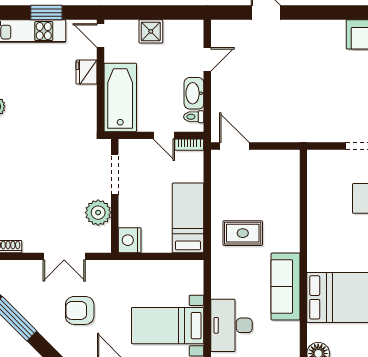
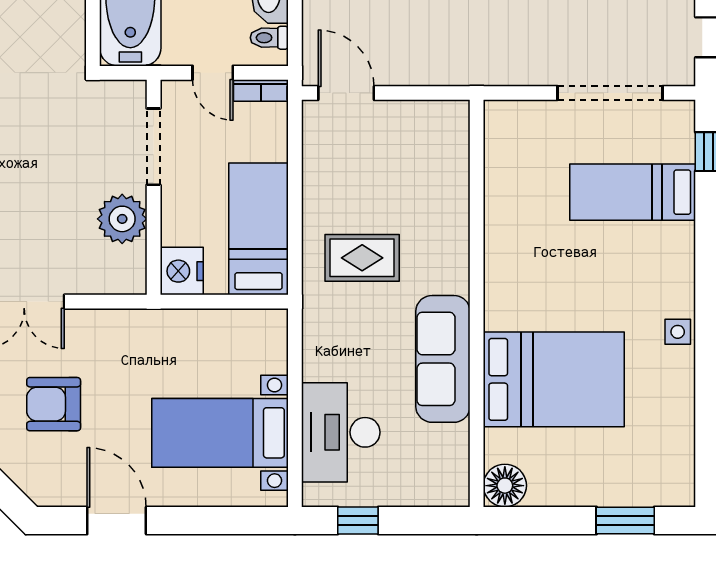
doorway: (115, 174) -> (154, 147), moved
wall: (115, 196) -> (154, 187), moved
plant: (98, 213) -> (122, 219), moved
nightstand: (130, 240) -> (182, 271), moved

